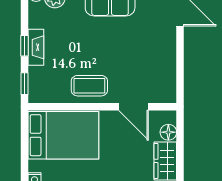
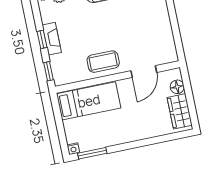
door: (134, 107) -> (144, 72), hinge flipped
bed: (63, 135) -> (89, 101), width x0.67

